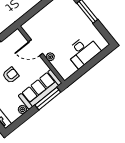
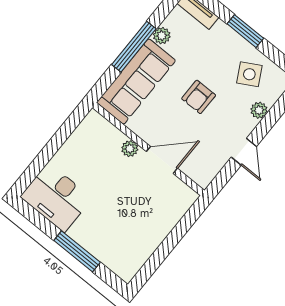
desk: (83, 51) -> (56, 197), moved, turned -90
window: (48, 99) -> (134, 47), moved

